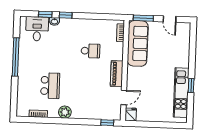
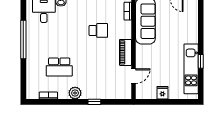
school desk: (50, 86) -> (59, 67), turned 90
fridge: (131, 114) -> (162, 93), moved
window: (107, 123) -> (94, 102), moved

